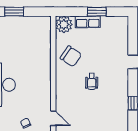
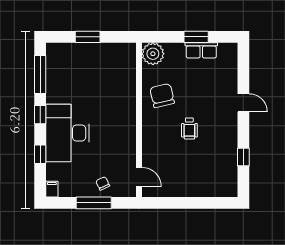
row of seats: (88, 22) -> (201, 50), moved
chair: (71, 56) -> (162, 96), turned -137

